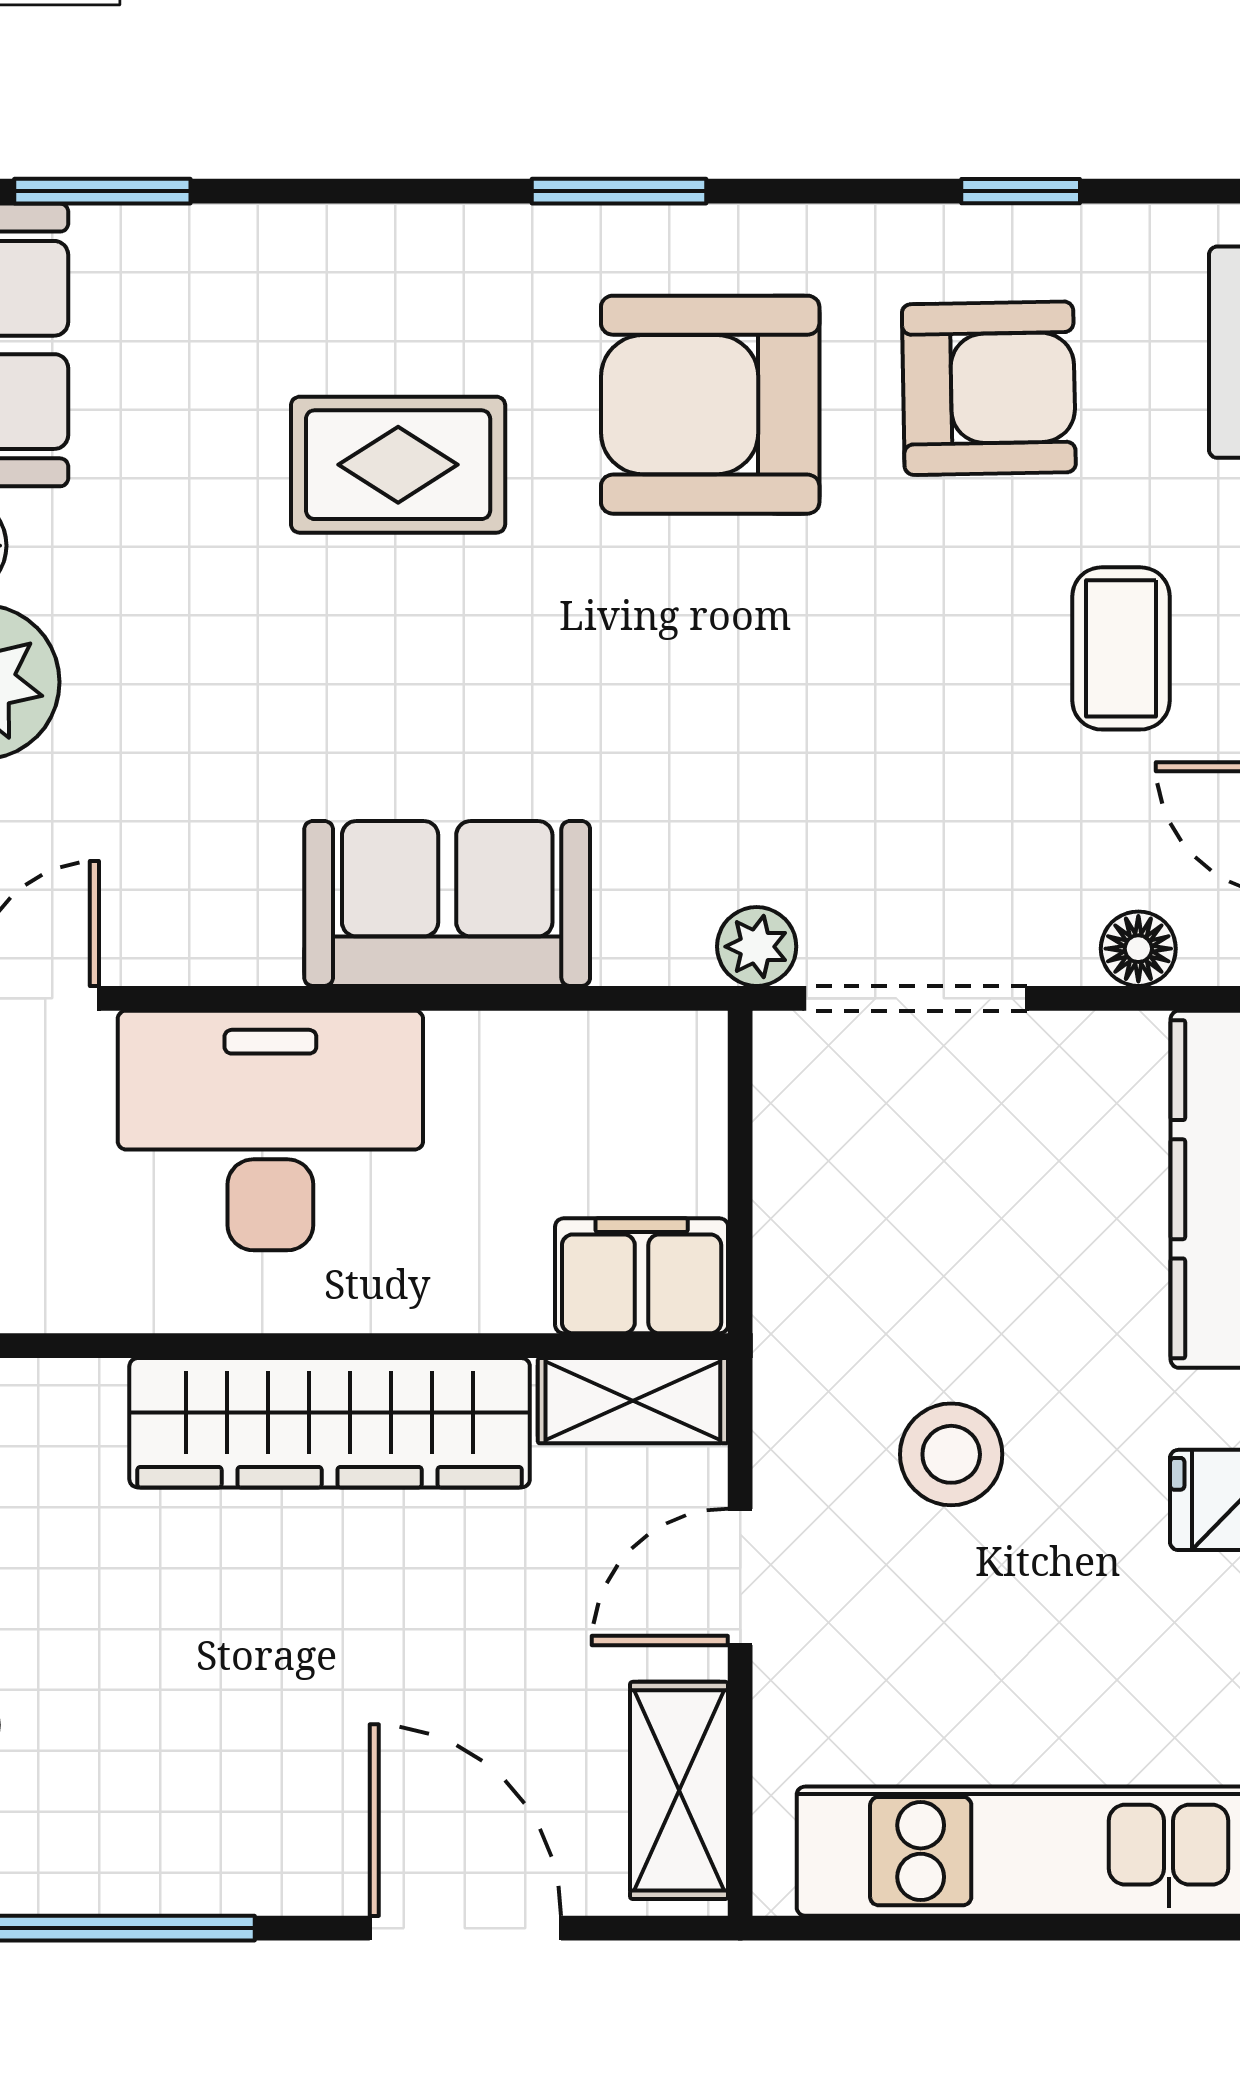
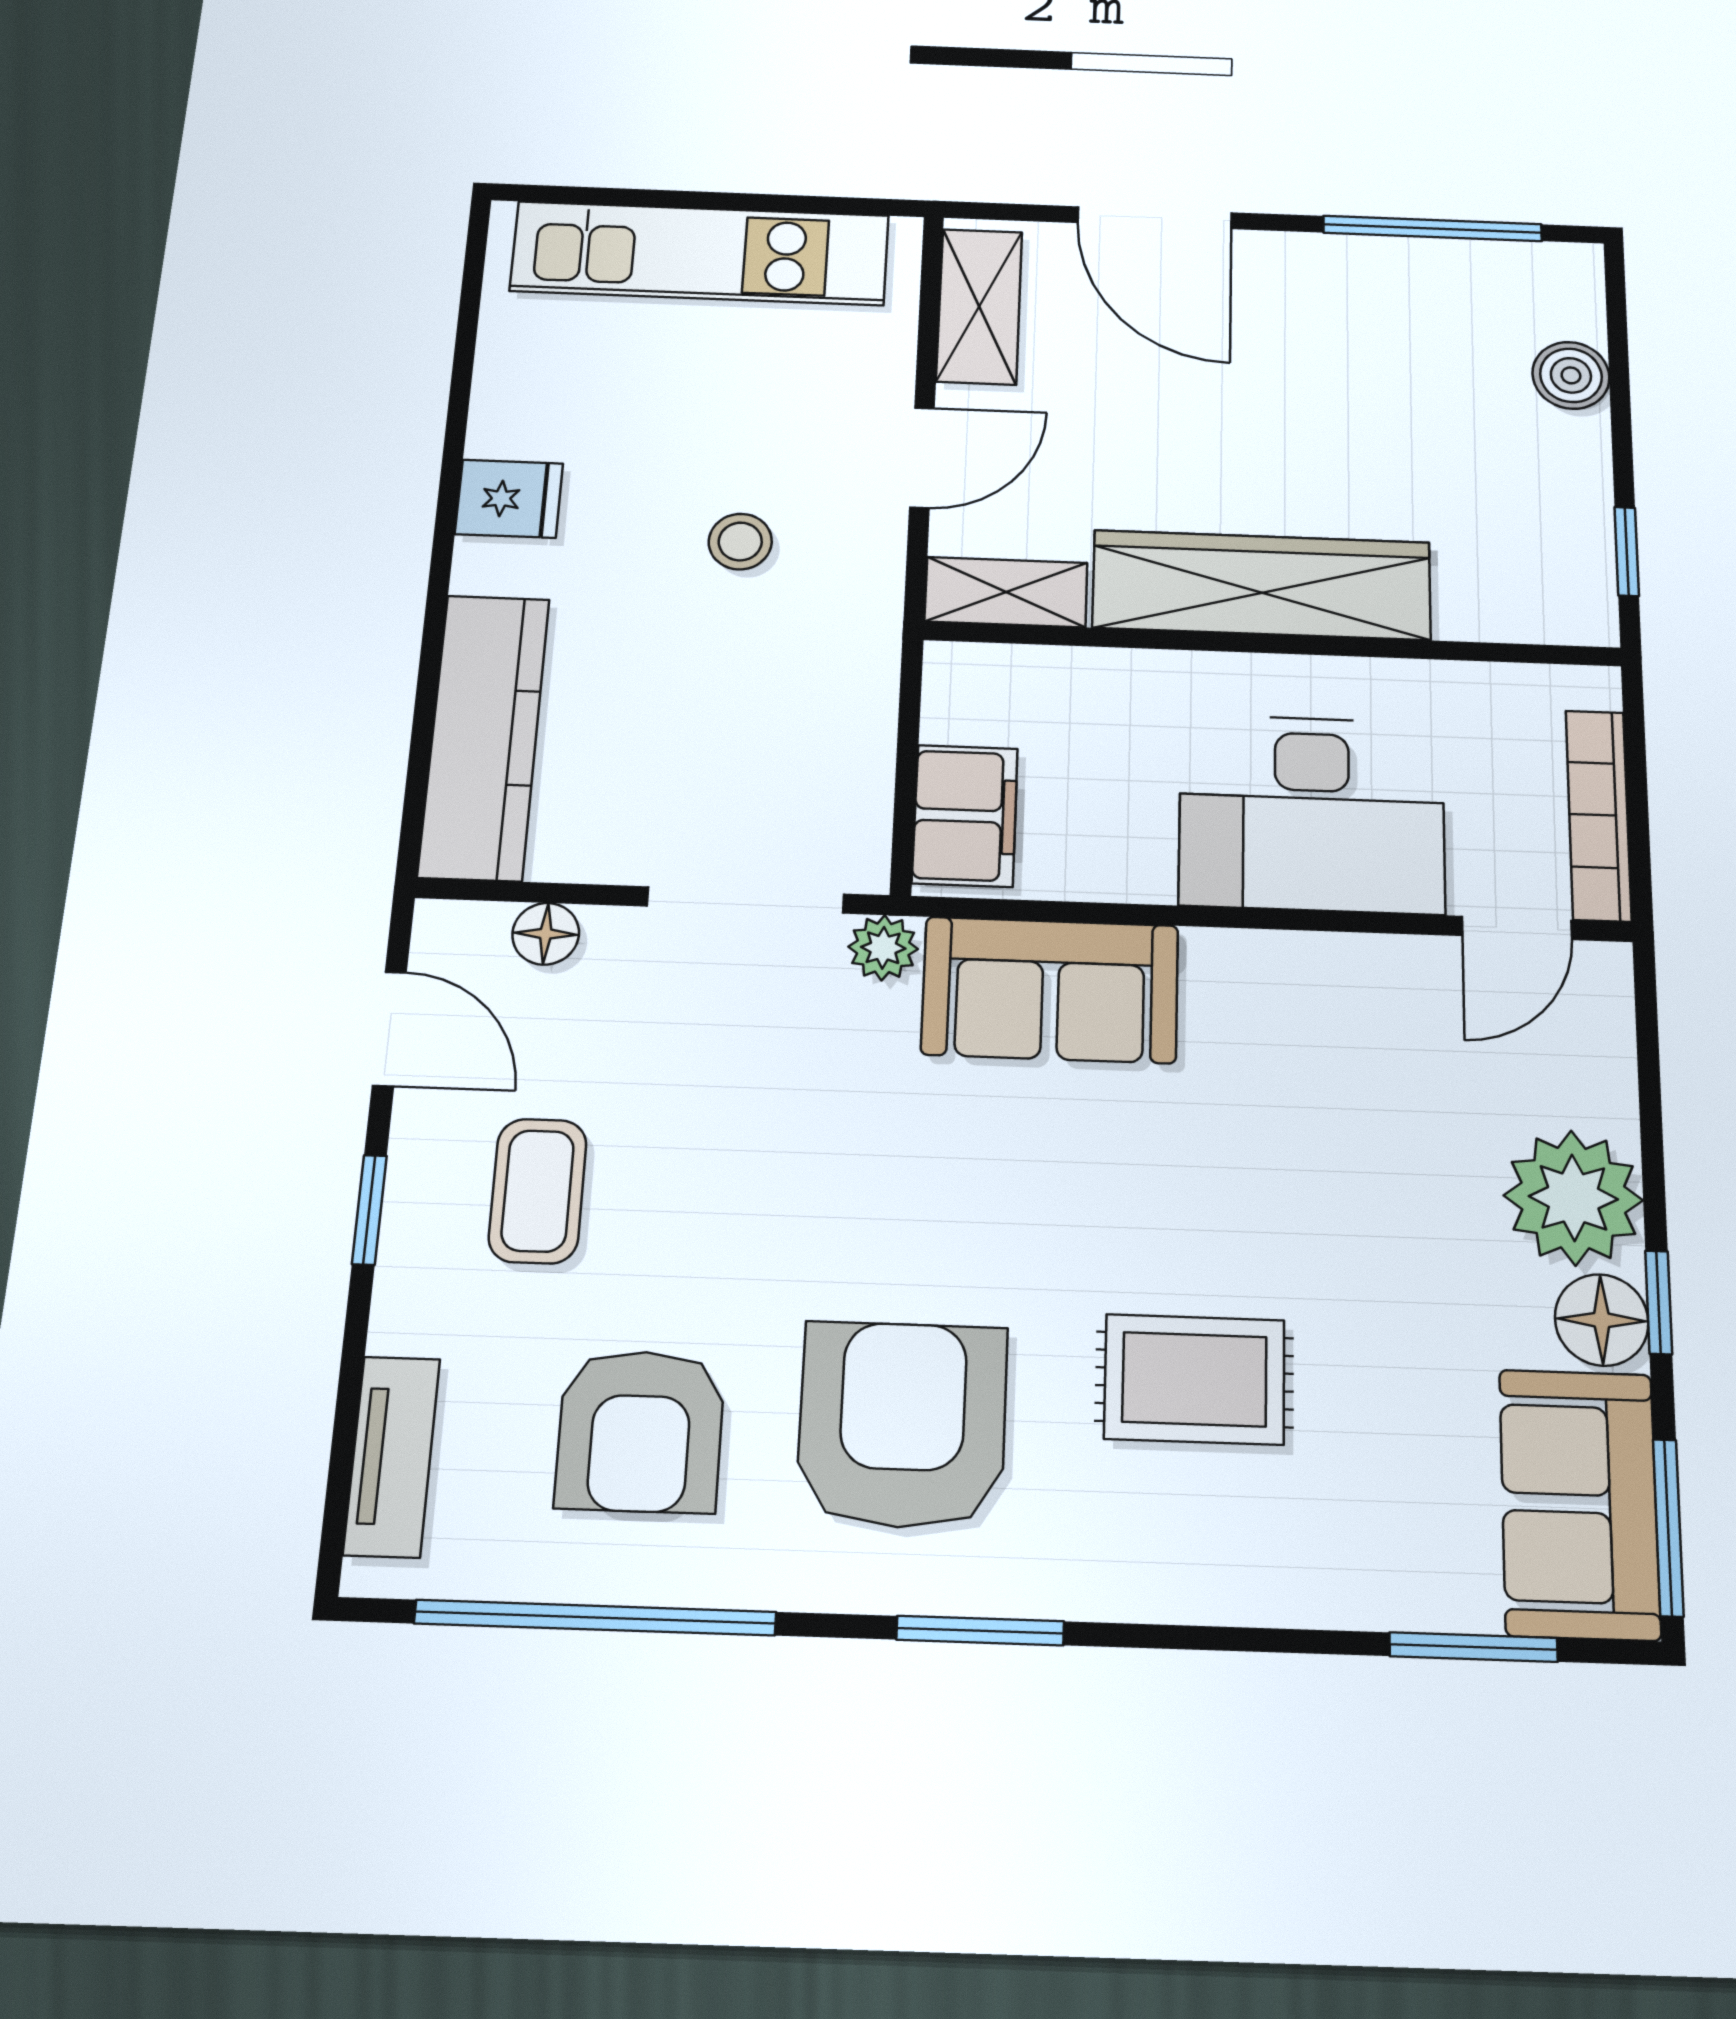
window: (1021, 191) -> (595, 1618), width x3.17
armchair: (989, 388) -> (640, 1431), turned -89
armchair: (710, 405) -> (902, 1425), turned -90
sofa: (447, 903) -> (1050, 990), moved
filing cabinet: (642, 1276) -> (965, 816), moved, turned -90
stool: (951, 1454) -> (740, 542), width x0.73, depth x0.73

